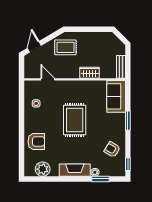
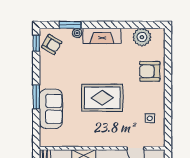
sofa: (116, 96) -> (51, 109), moved
rug: (75, 120) -> (102, 98), turned 90
armchair: (112, 149) -> (52, 44), moved

